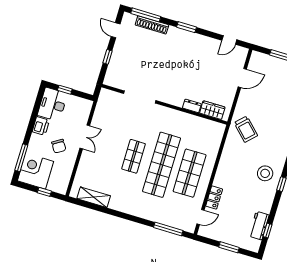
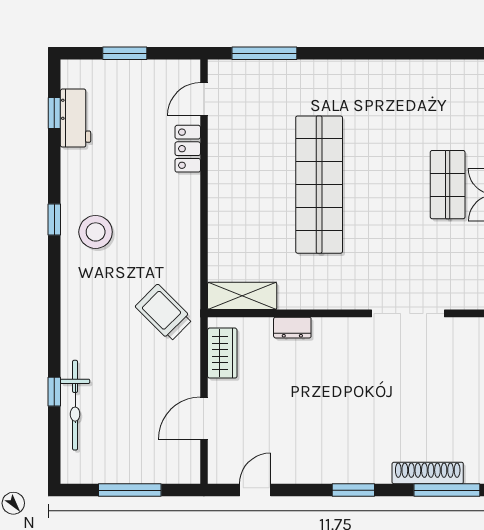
wardrobe: (212, 110) -> (222, 353), moved, turned -90
shop shelf: (134, 156) -> (448, 185), moved
shop shelf: (190, 173) -> (255, 185), removed
shelving: (94, 197) -> (242, 296), moved

